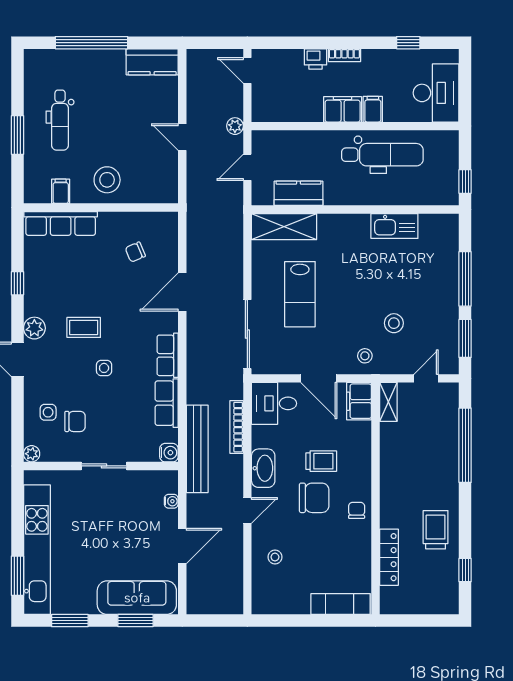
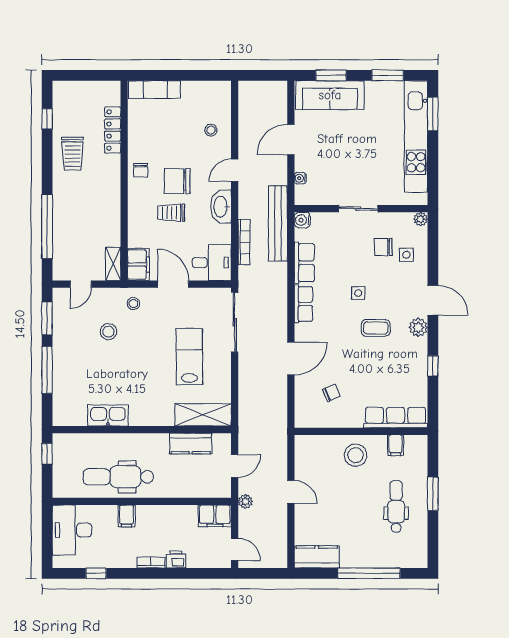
filing cabinet: (343, 109) -> (215, 516), moved

